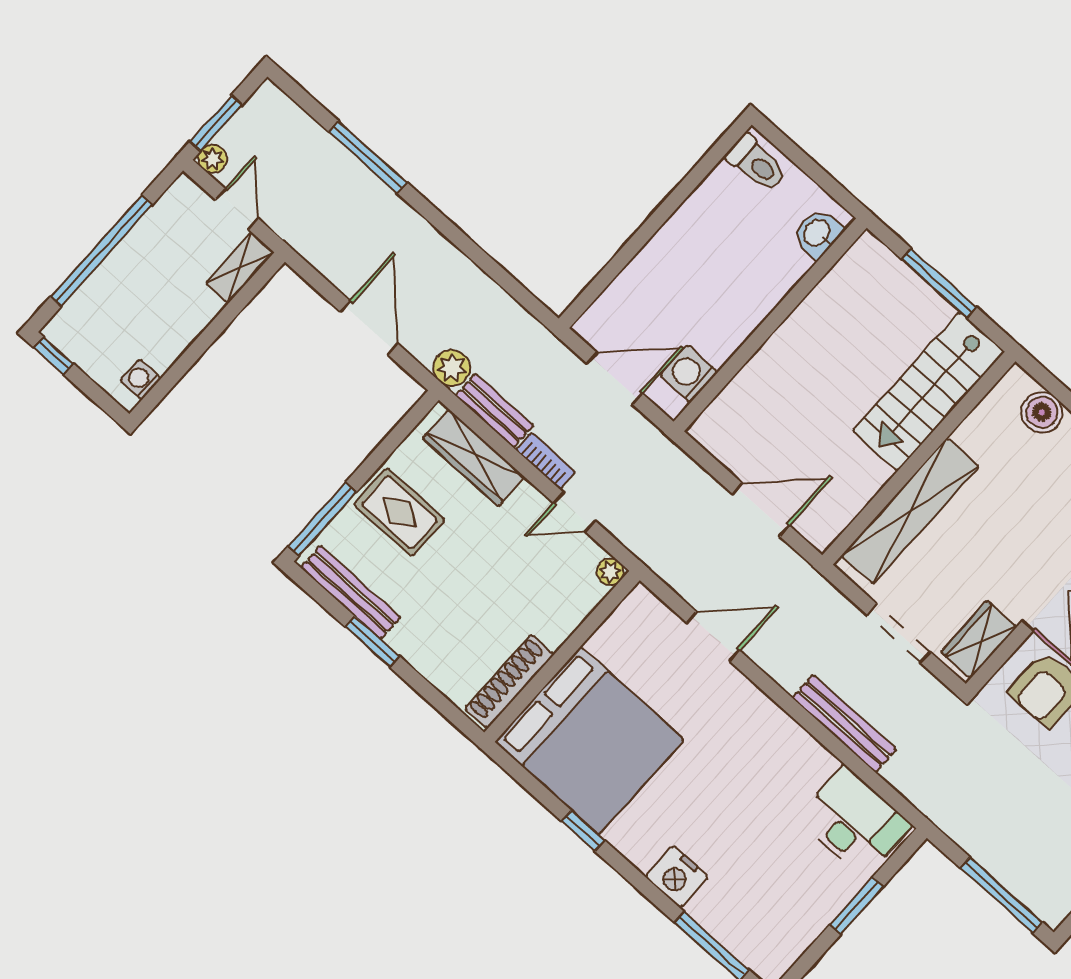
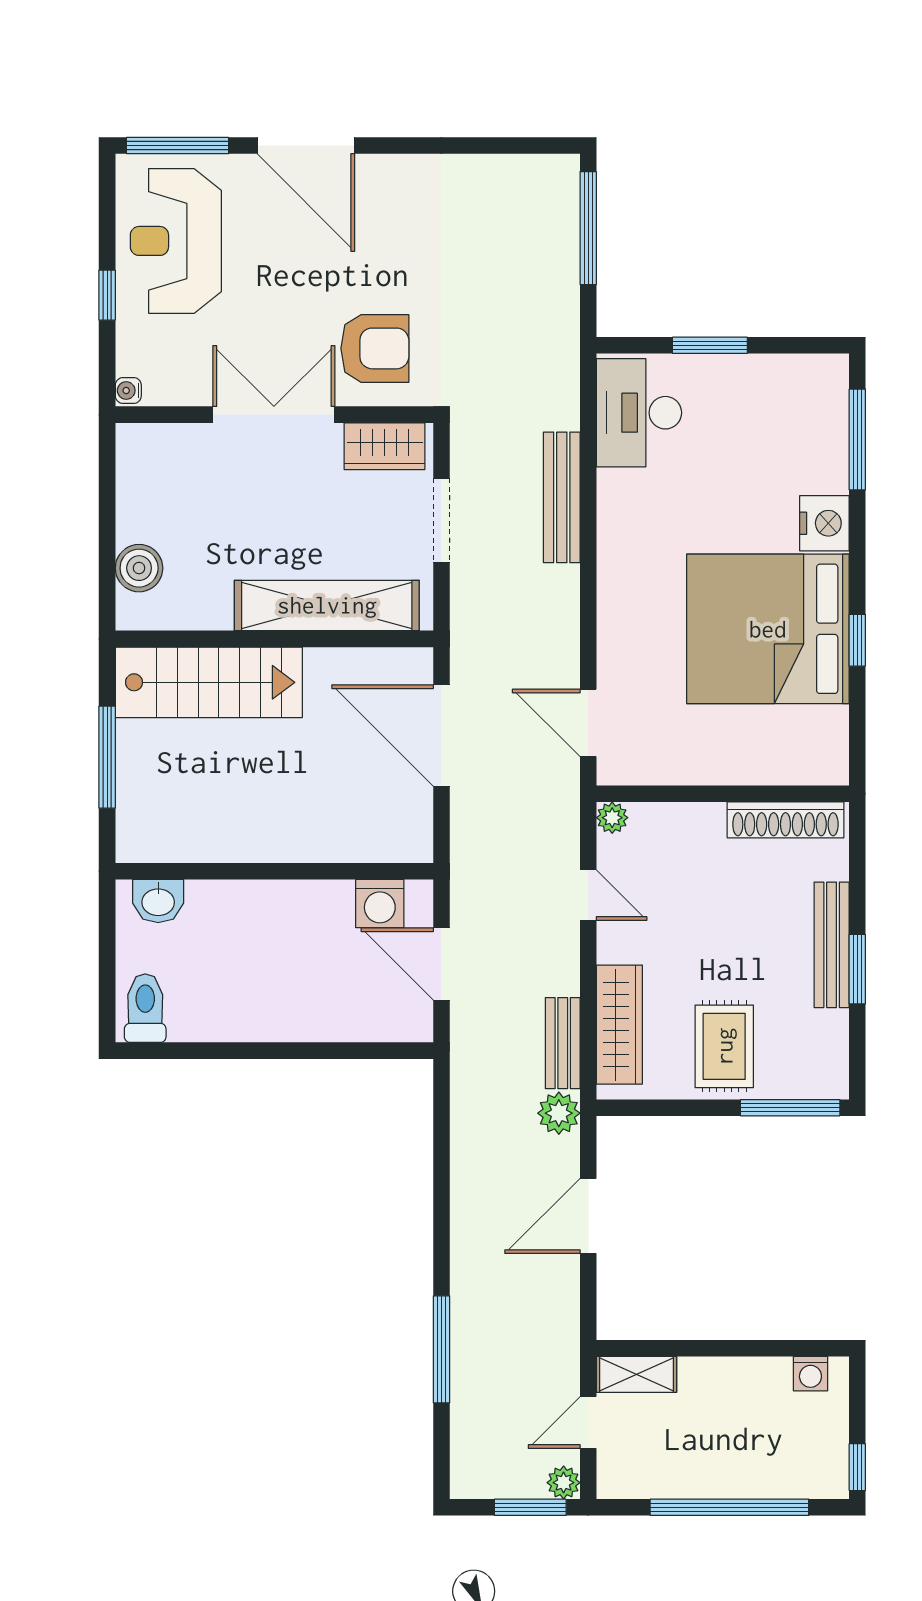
bookcase: (546, 461) -> (566, 960), removed
door: (761, 510) -> (441, 736), width x1.36
bench: (351, 592) -> (832, 945), moved
door: (713, 636) -> (588, 723), moved
bed: (590, 741) -> (768, 629), moved, turned -90

